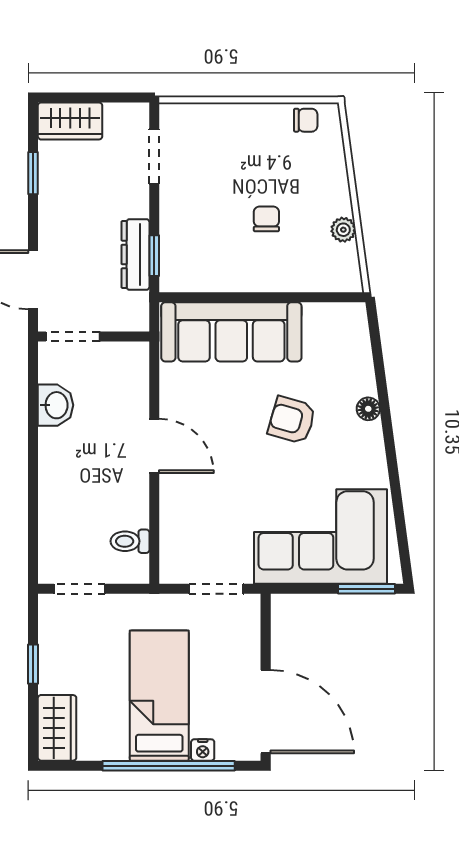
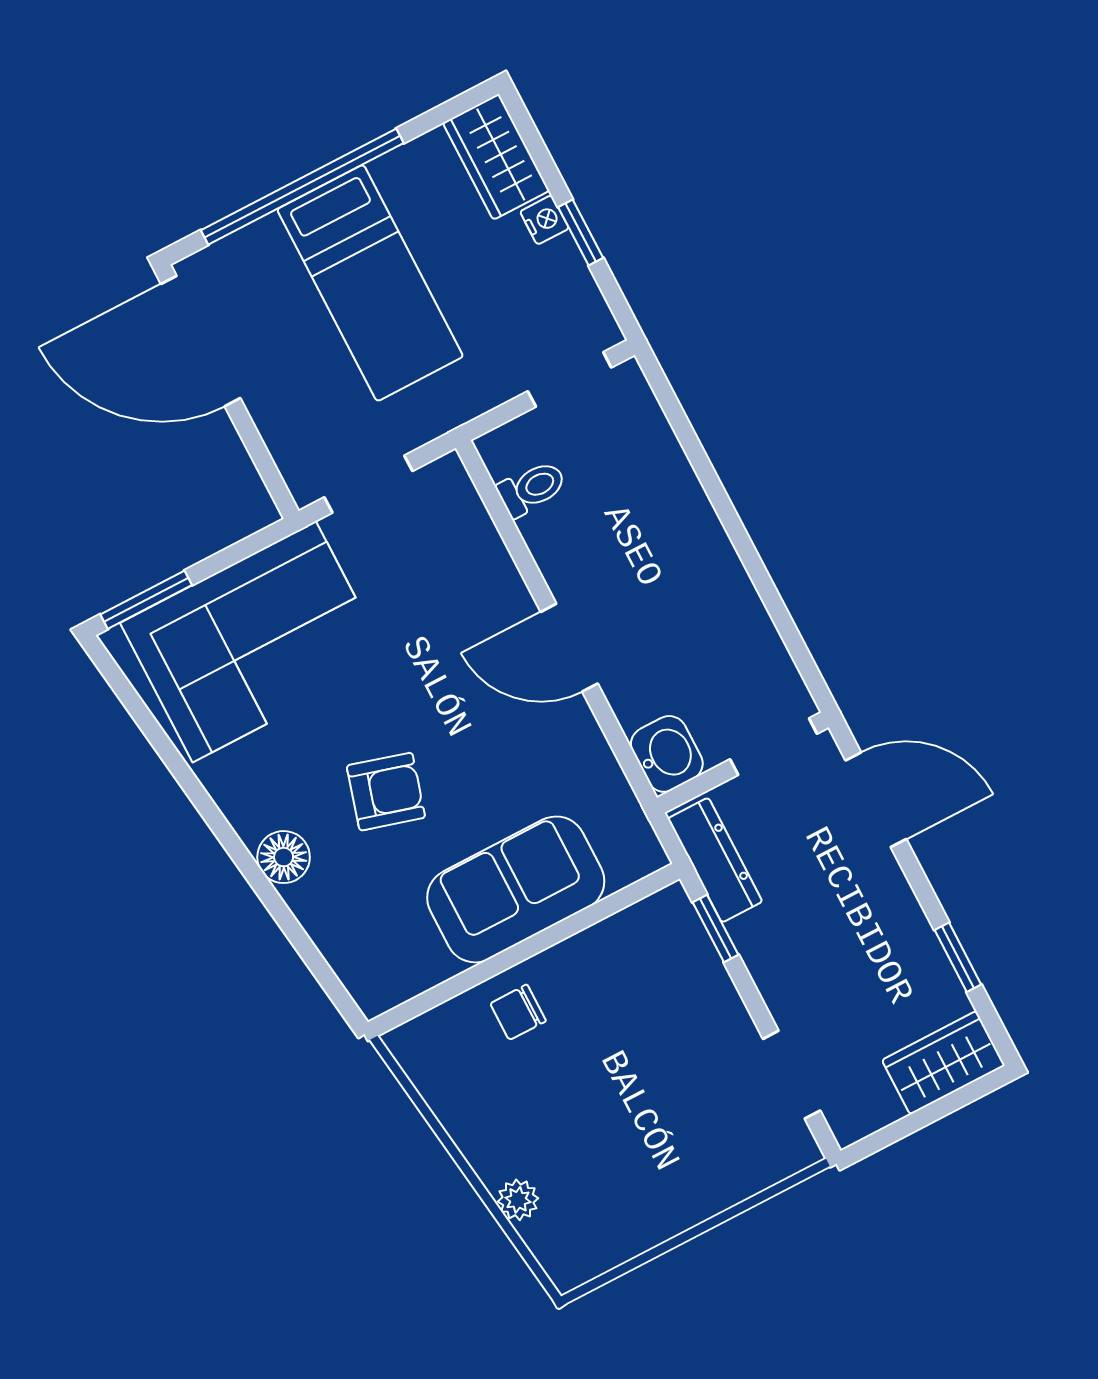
chair: (306, 120) -> (596, 1245), removed
chair: (266, 219) -> (518, 1012), moved, turned 90
plant: (343, 230) -> (518, 1200), moved
dresser: (135, 255) -> (715, 860), moved
sofa: (231, 332) -> (516, 889), width x0.73
washbasin: (55, 405) -> (667, 754), moved, turned 180
floor lamp: (368, 409) -> (284, 857), width x1.37, depth x1.37
nightstand: (203, 750) -> (544, 220), moved, turned 90

